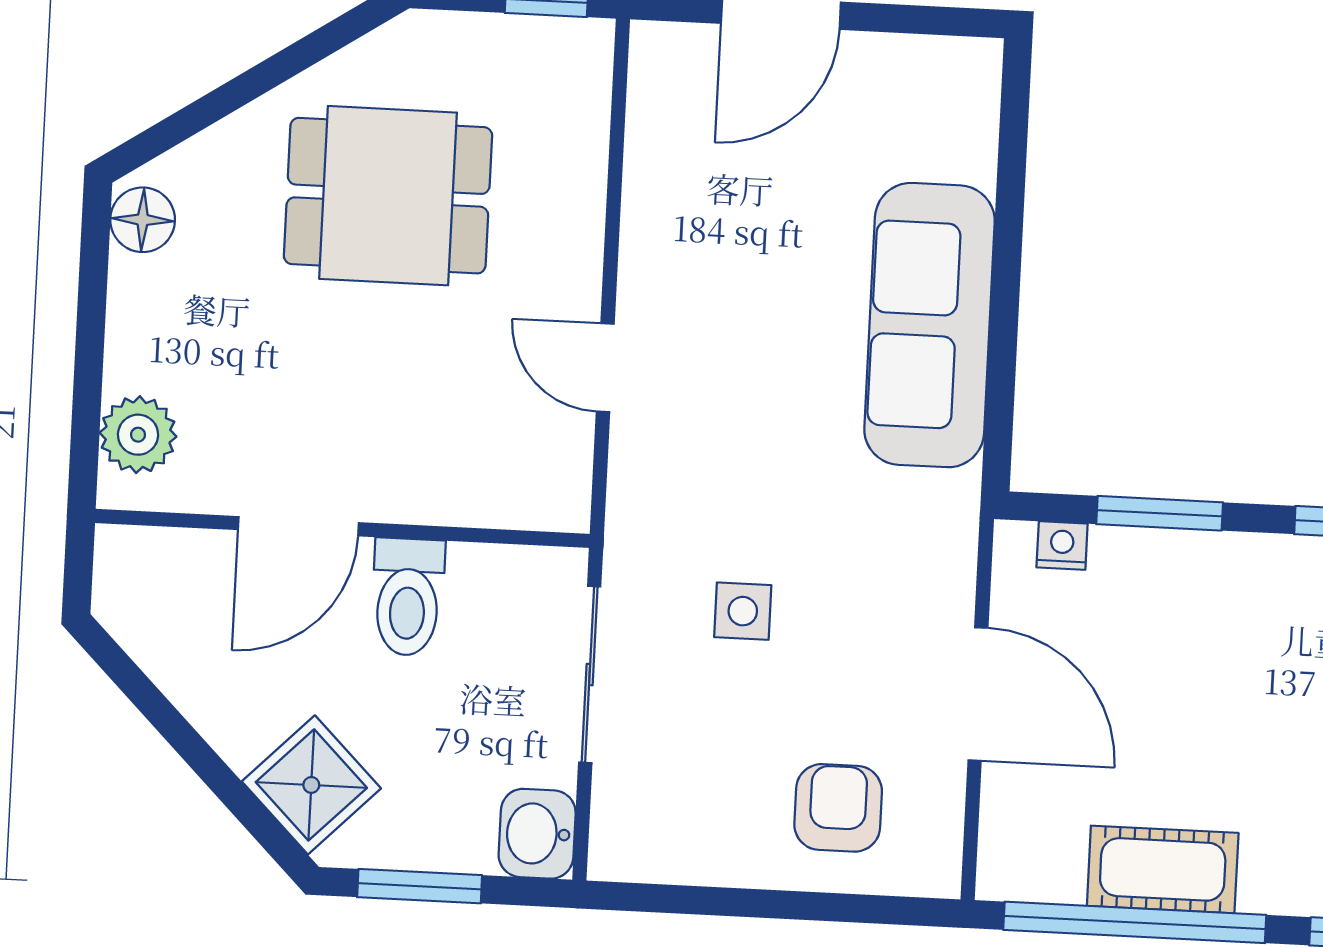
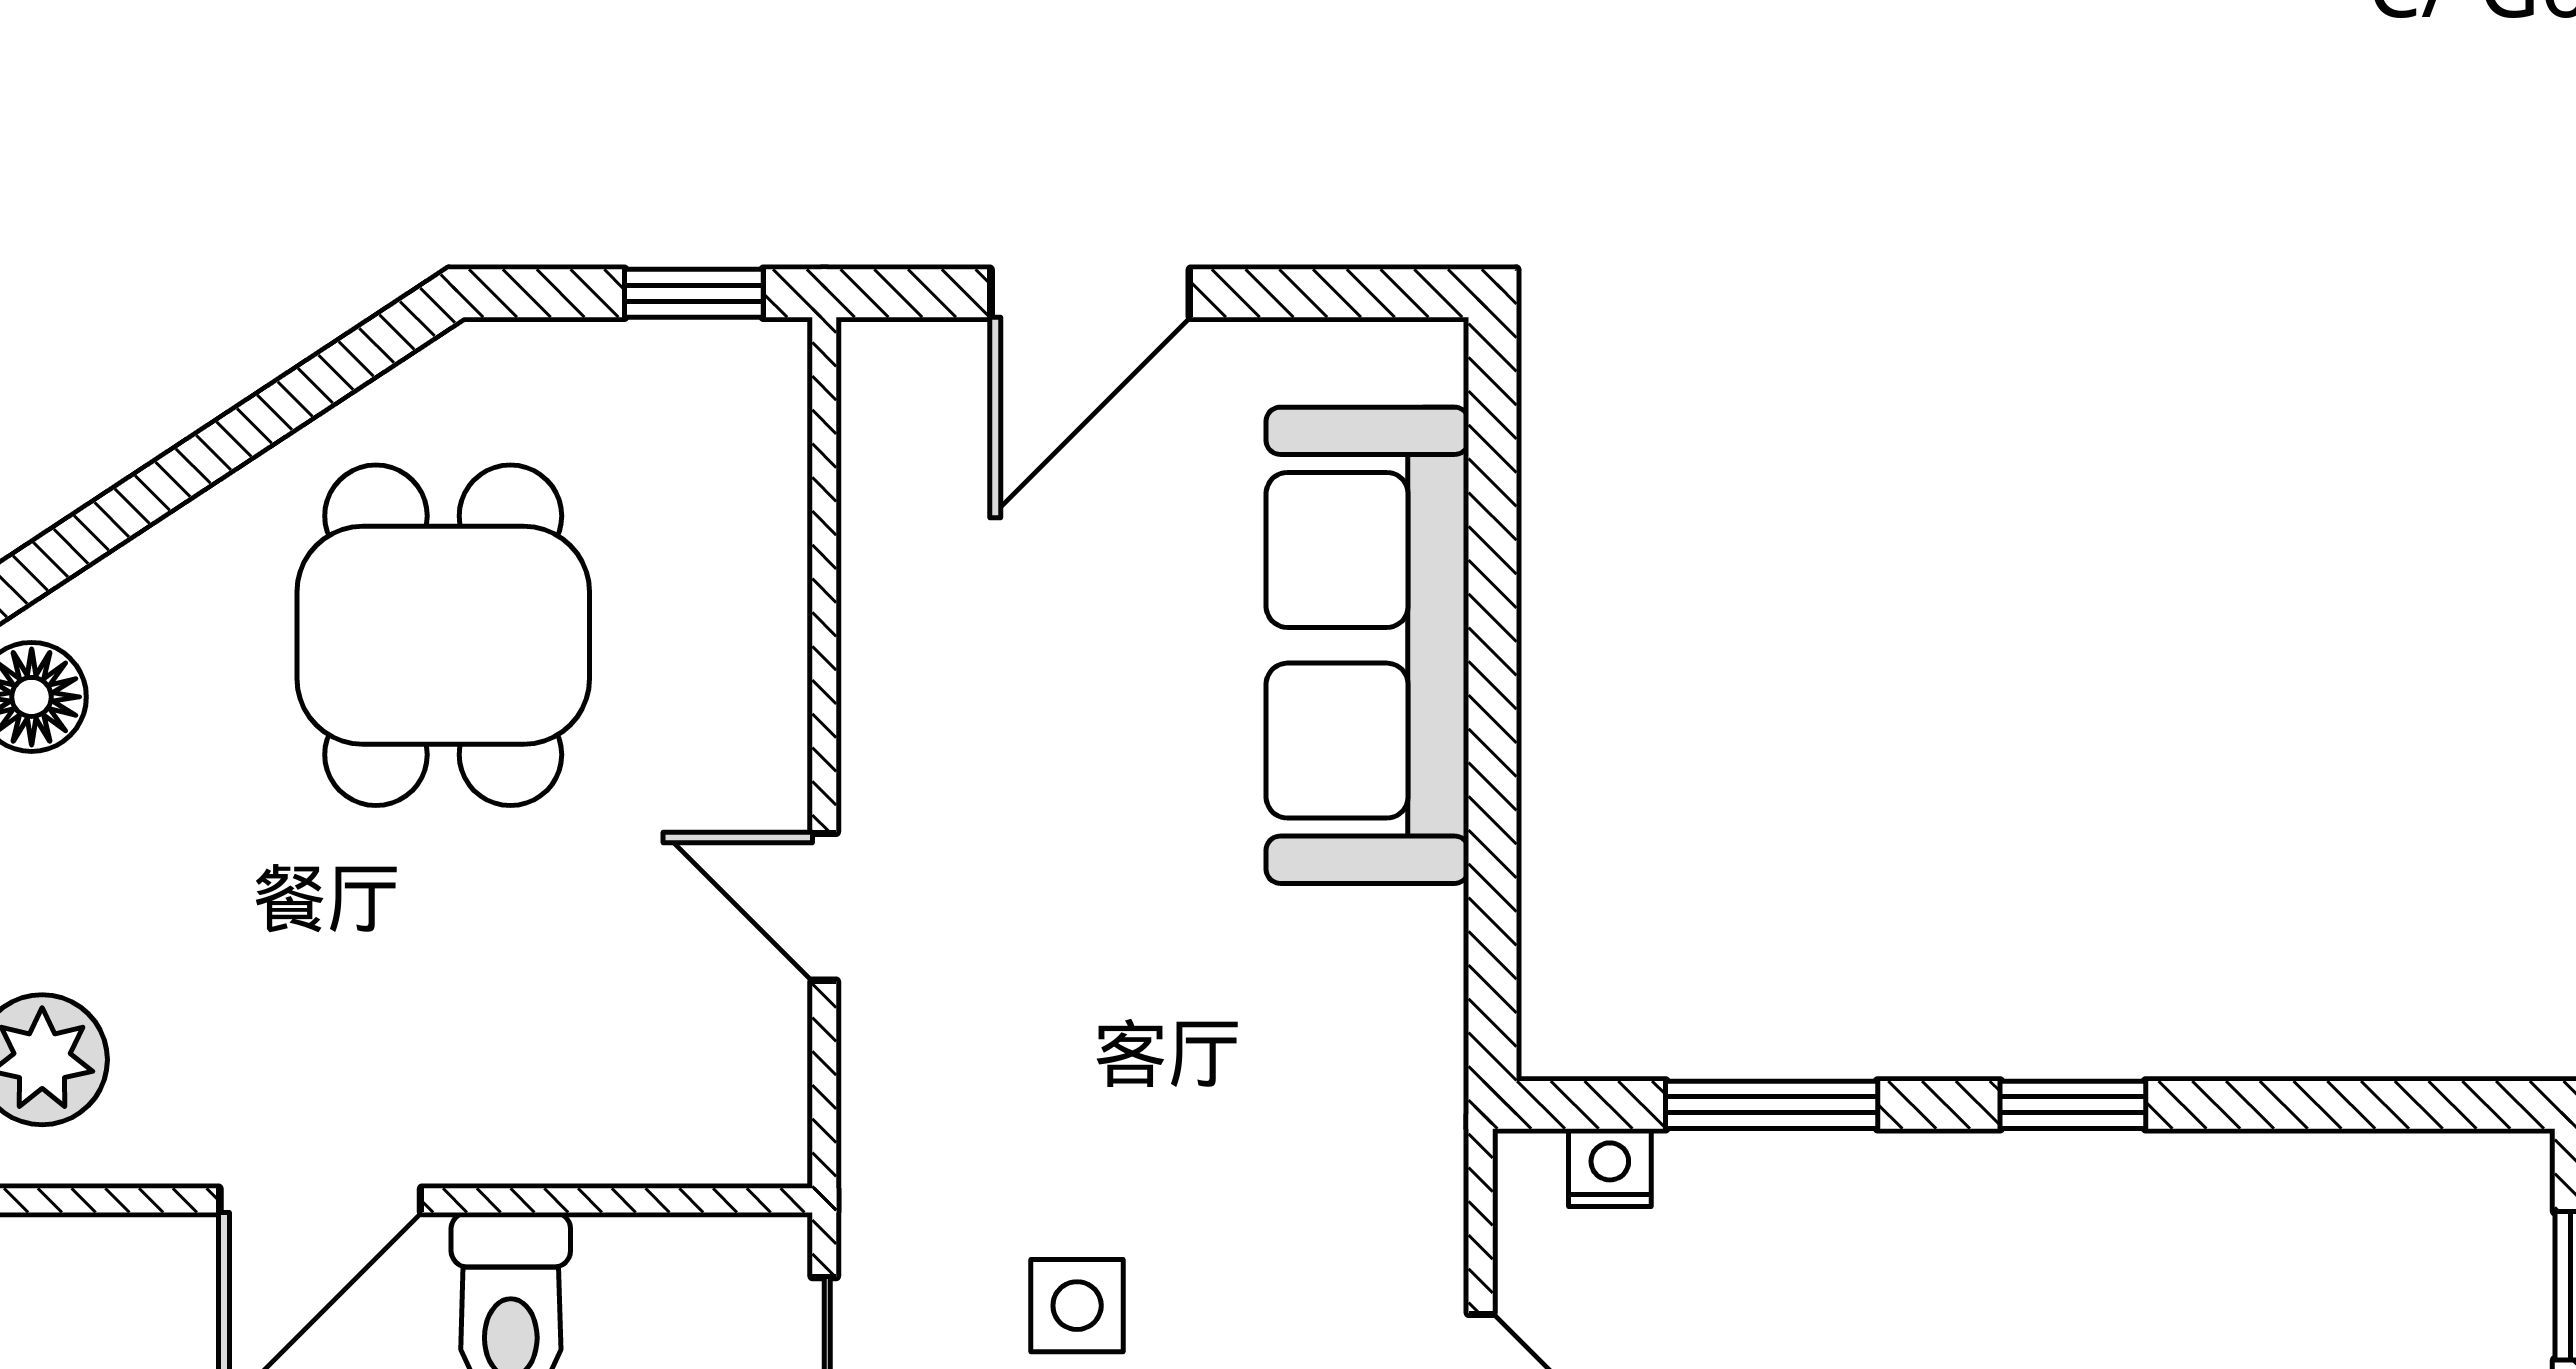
dining table: (388, 196) -> (443, 635), turned 90
sofa: (930, 325) -> (1367, 645), moved

